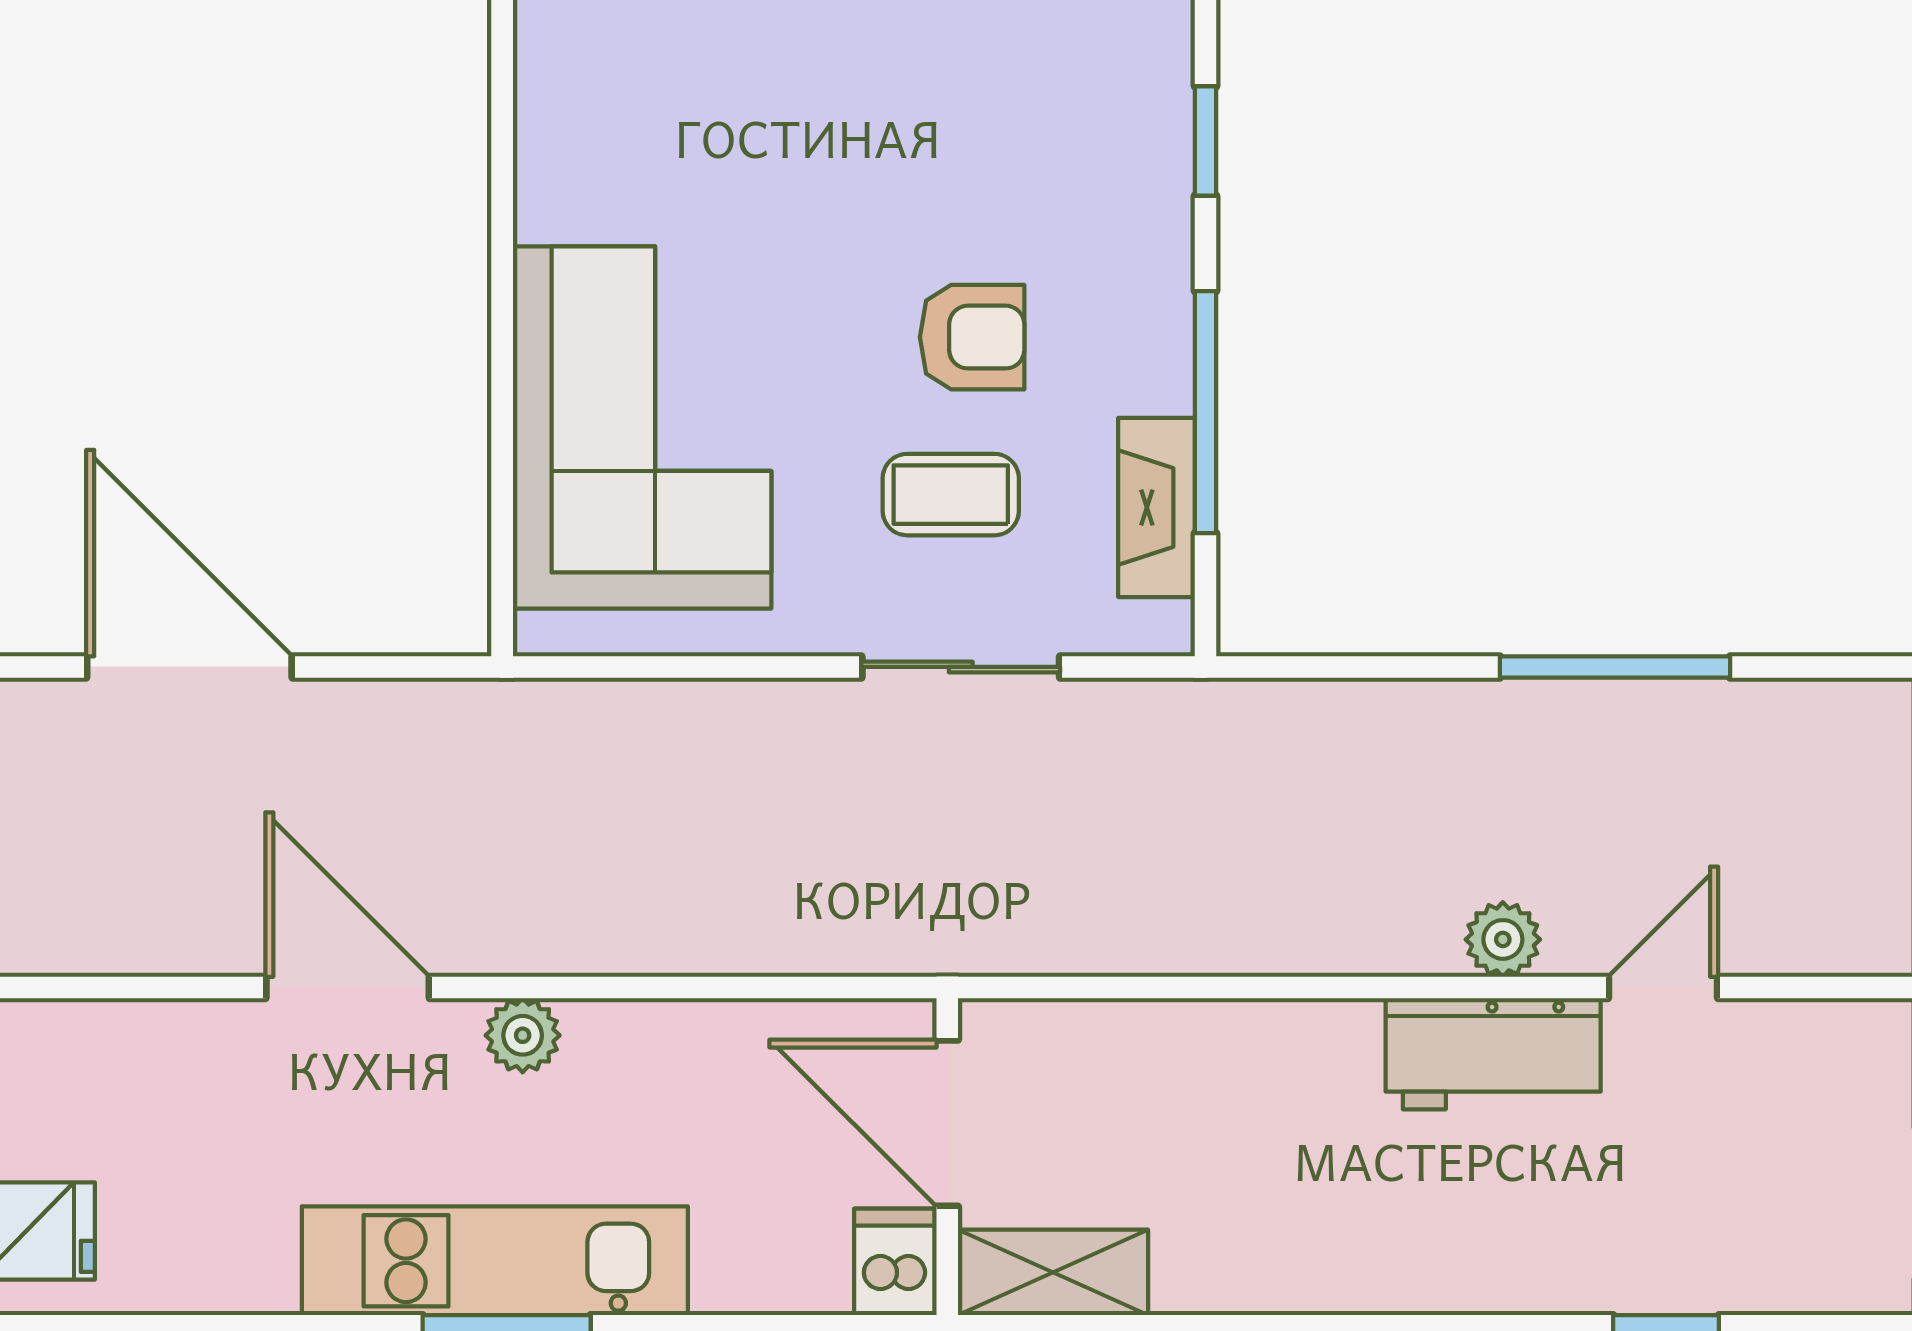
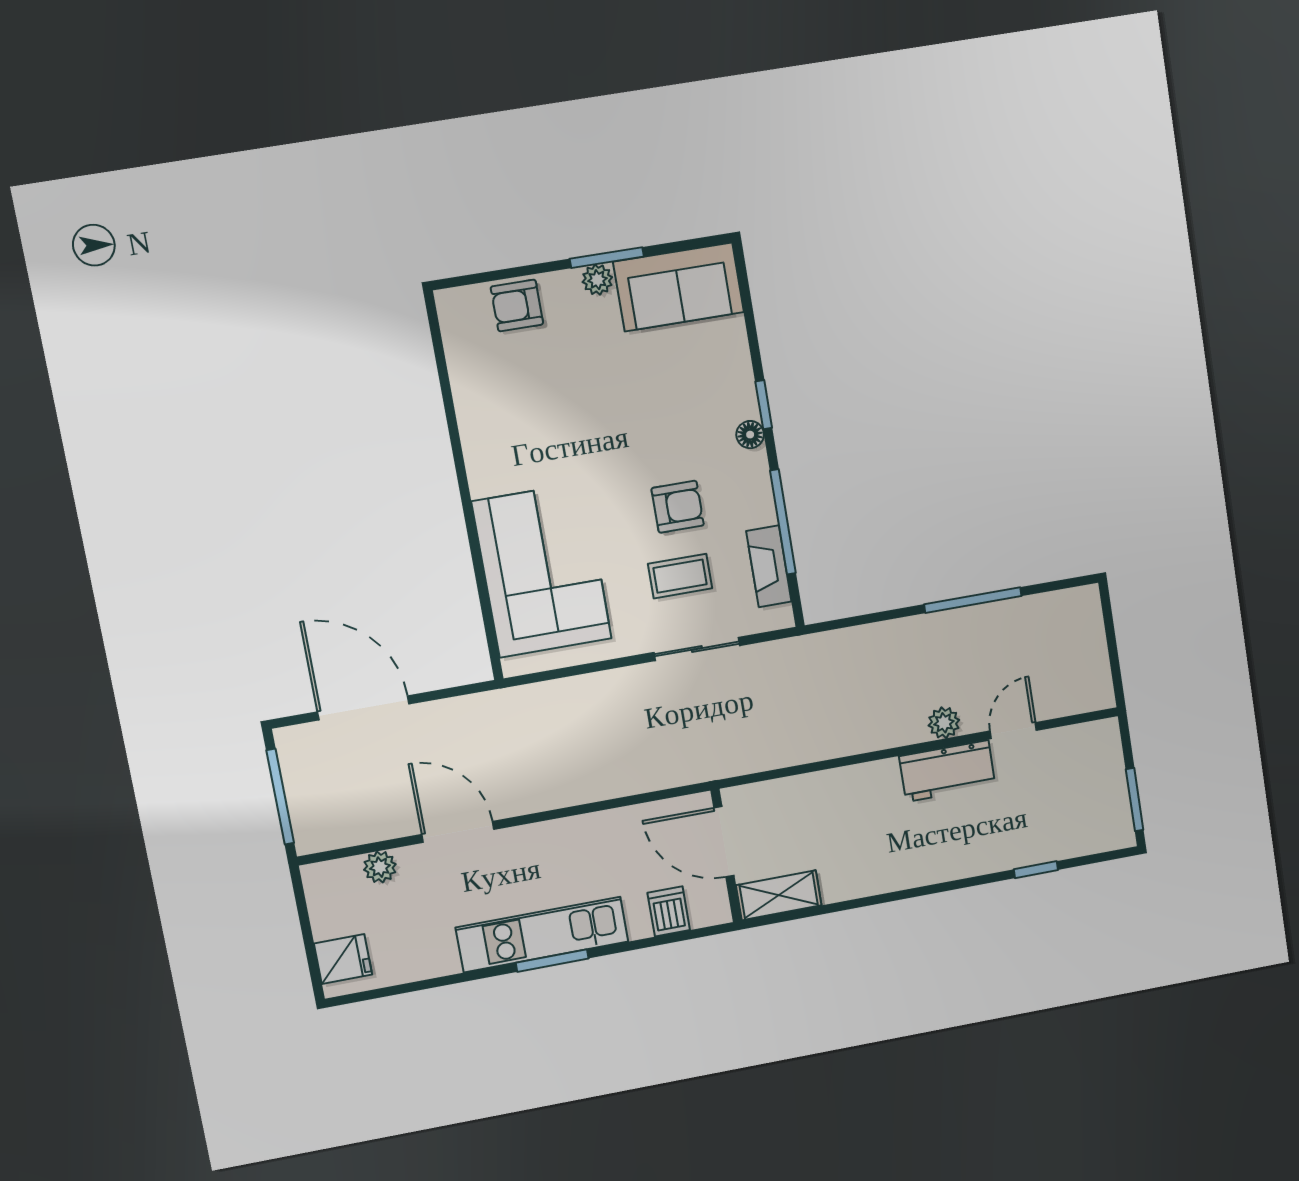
floor lamp: (1163, 203) -> (750, 435), added
plant: (523, 1035) -> (380, 867), moved
dishwasher: (895, 1262) -> (669, 911), moved

